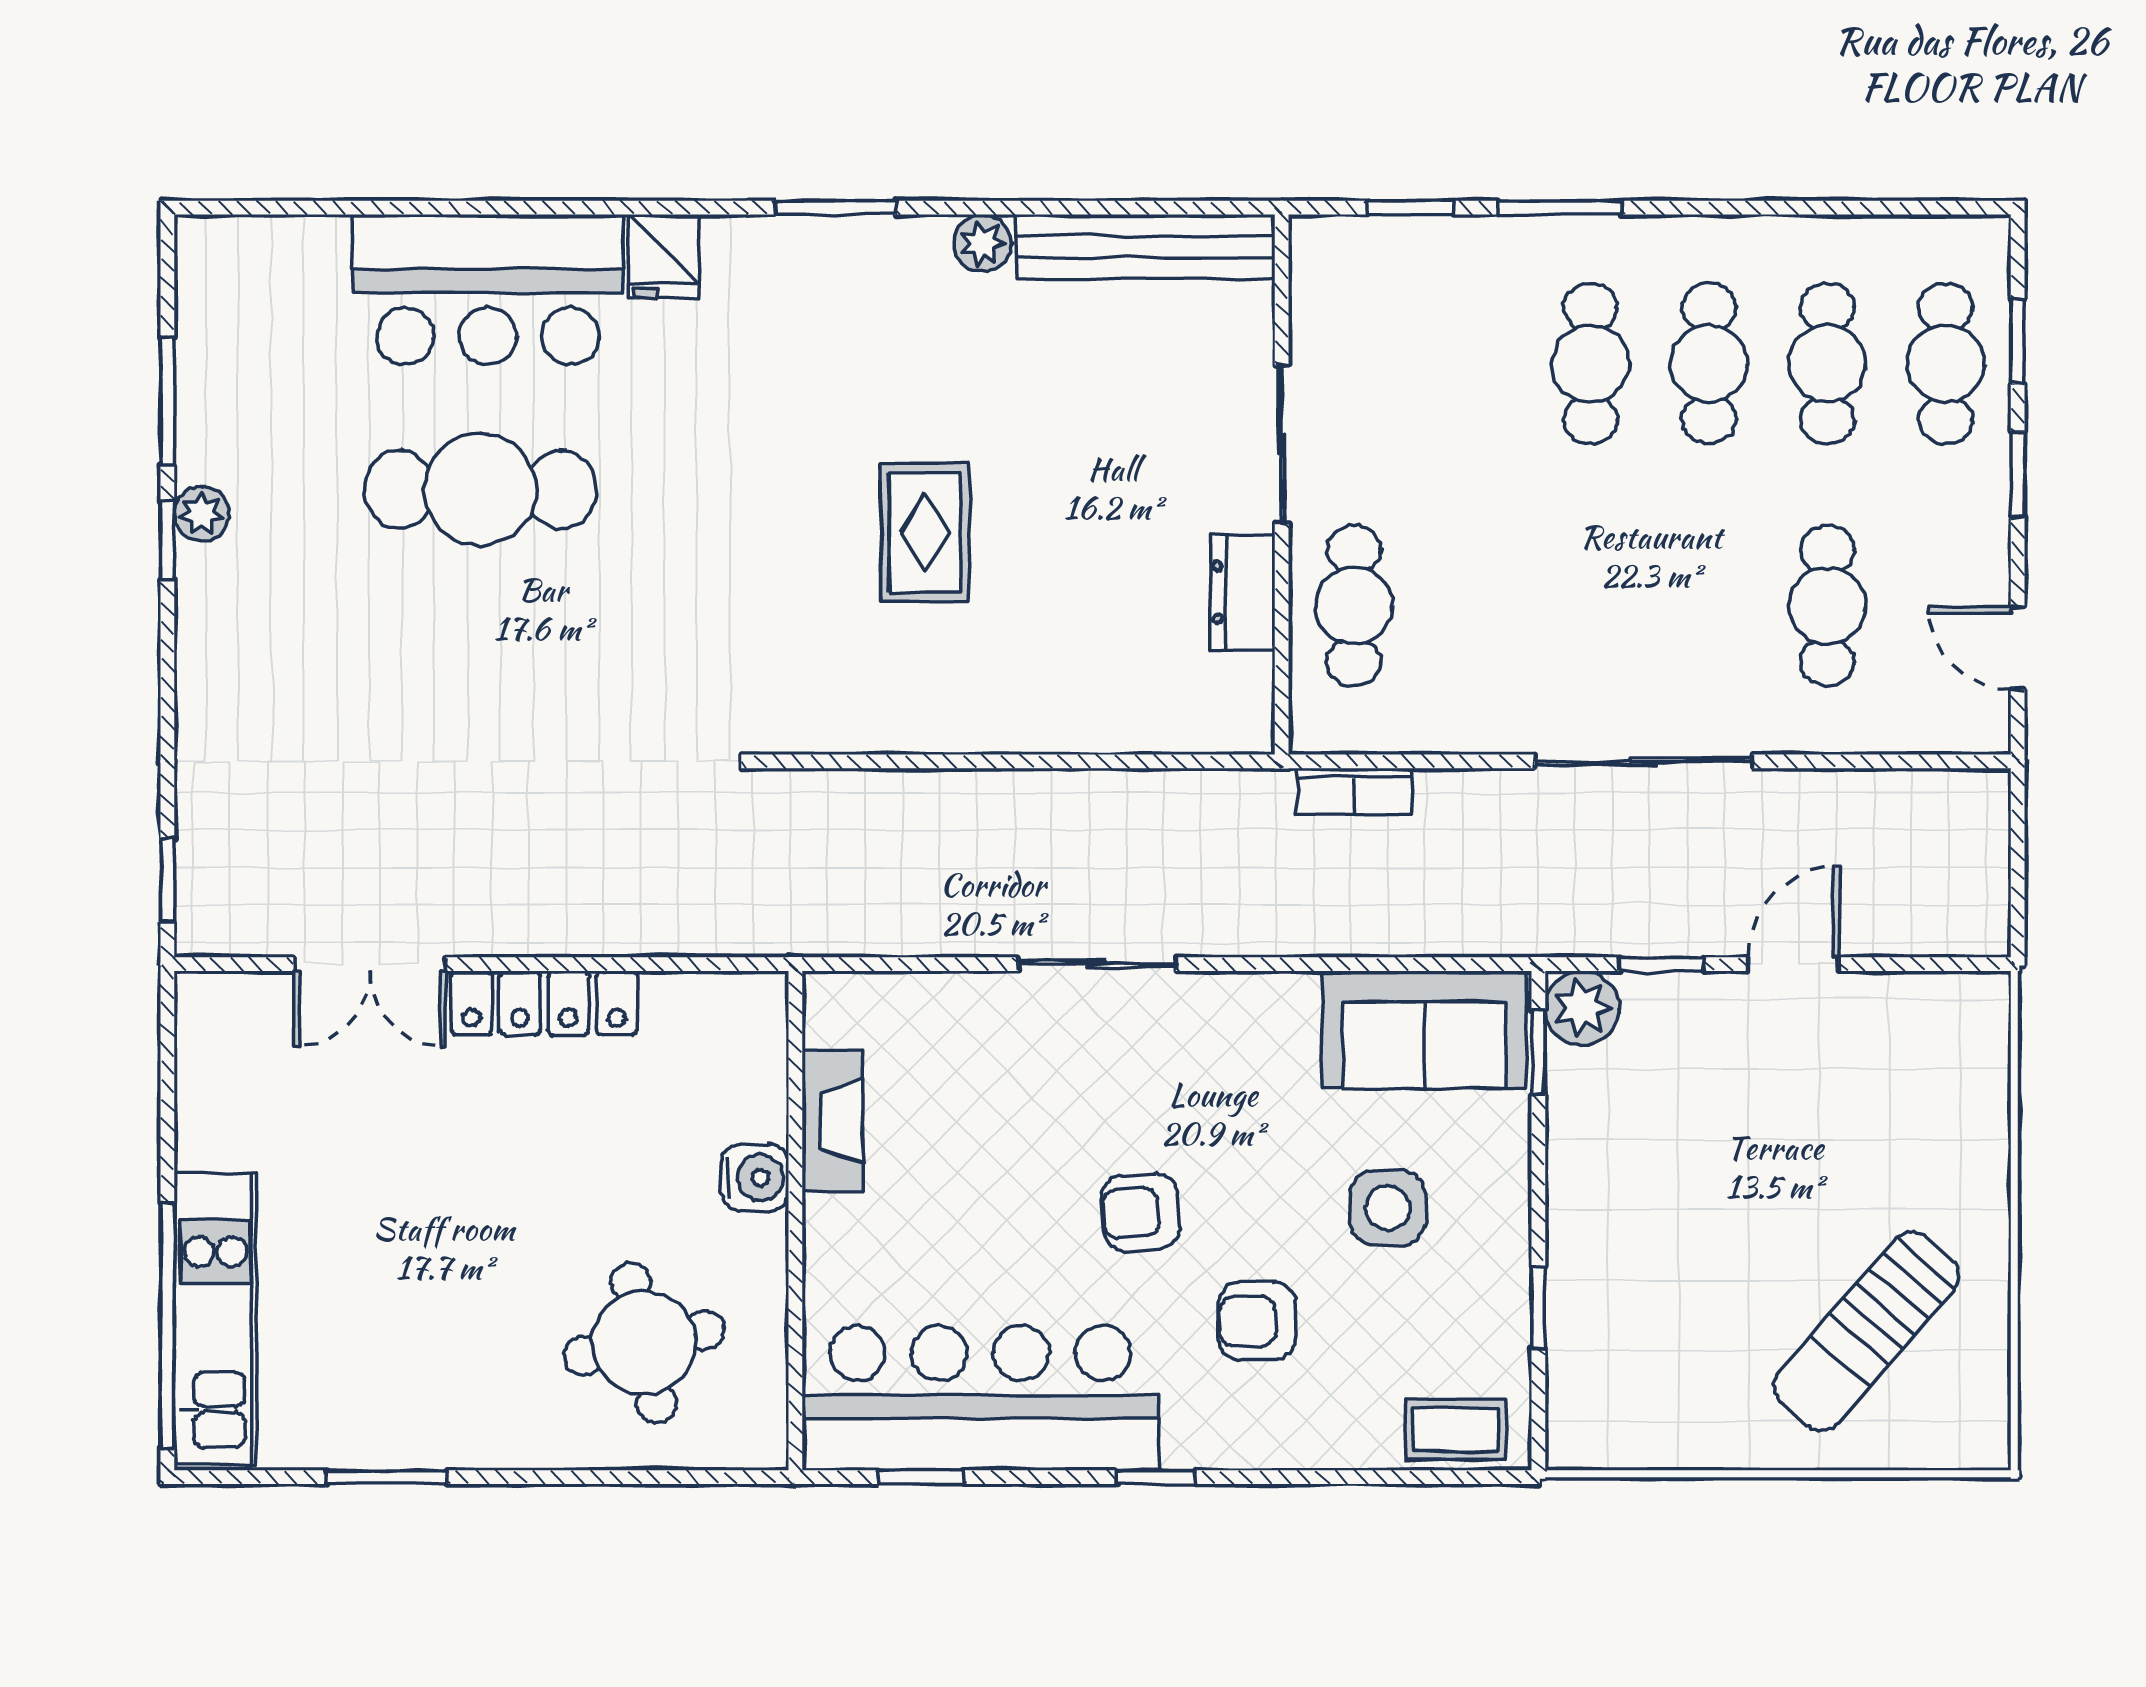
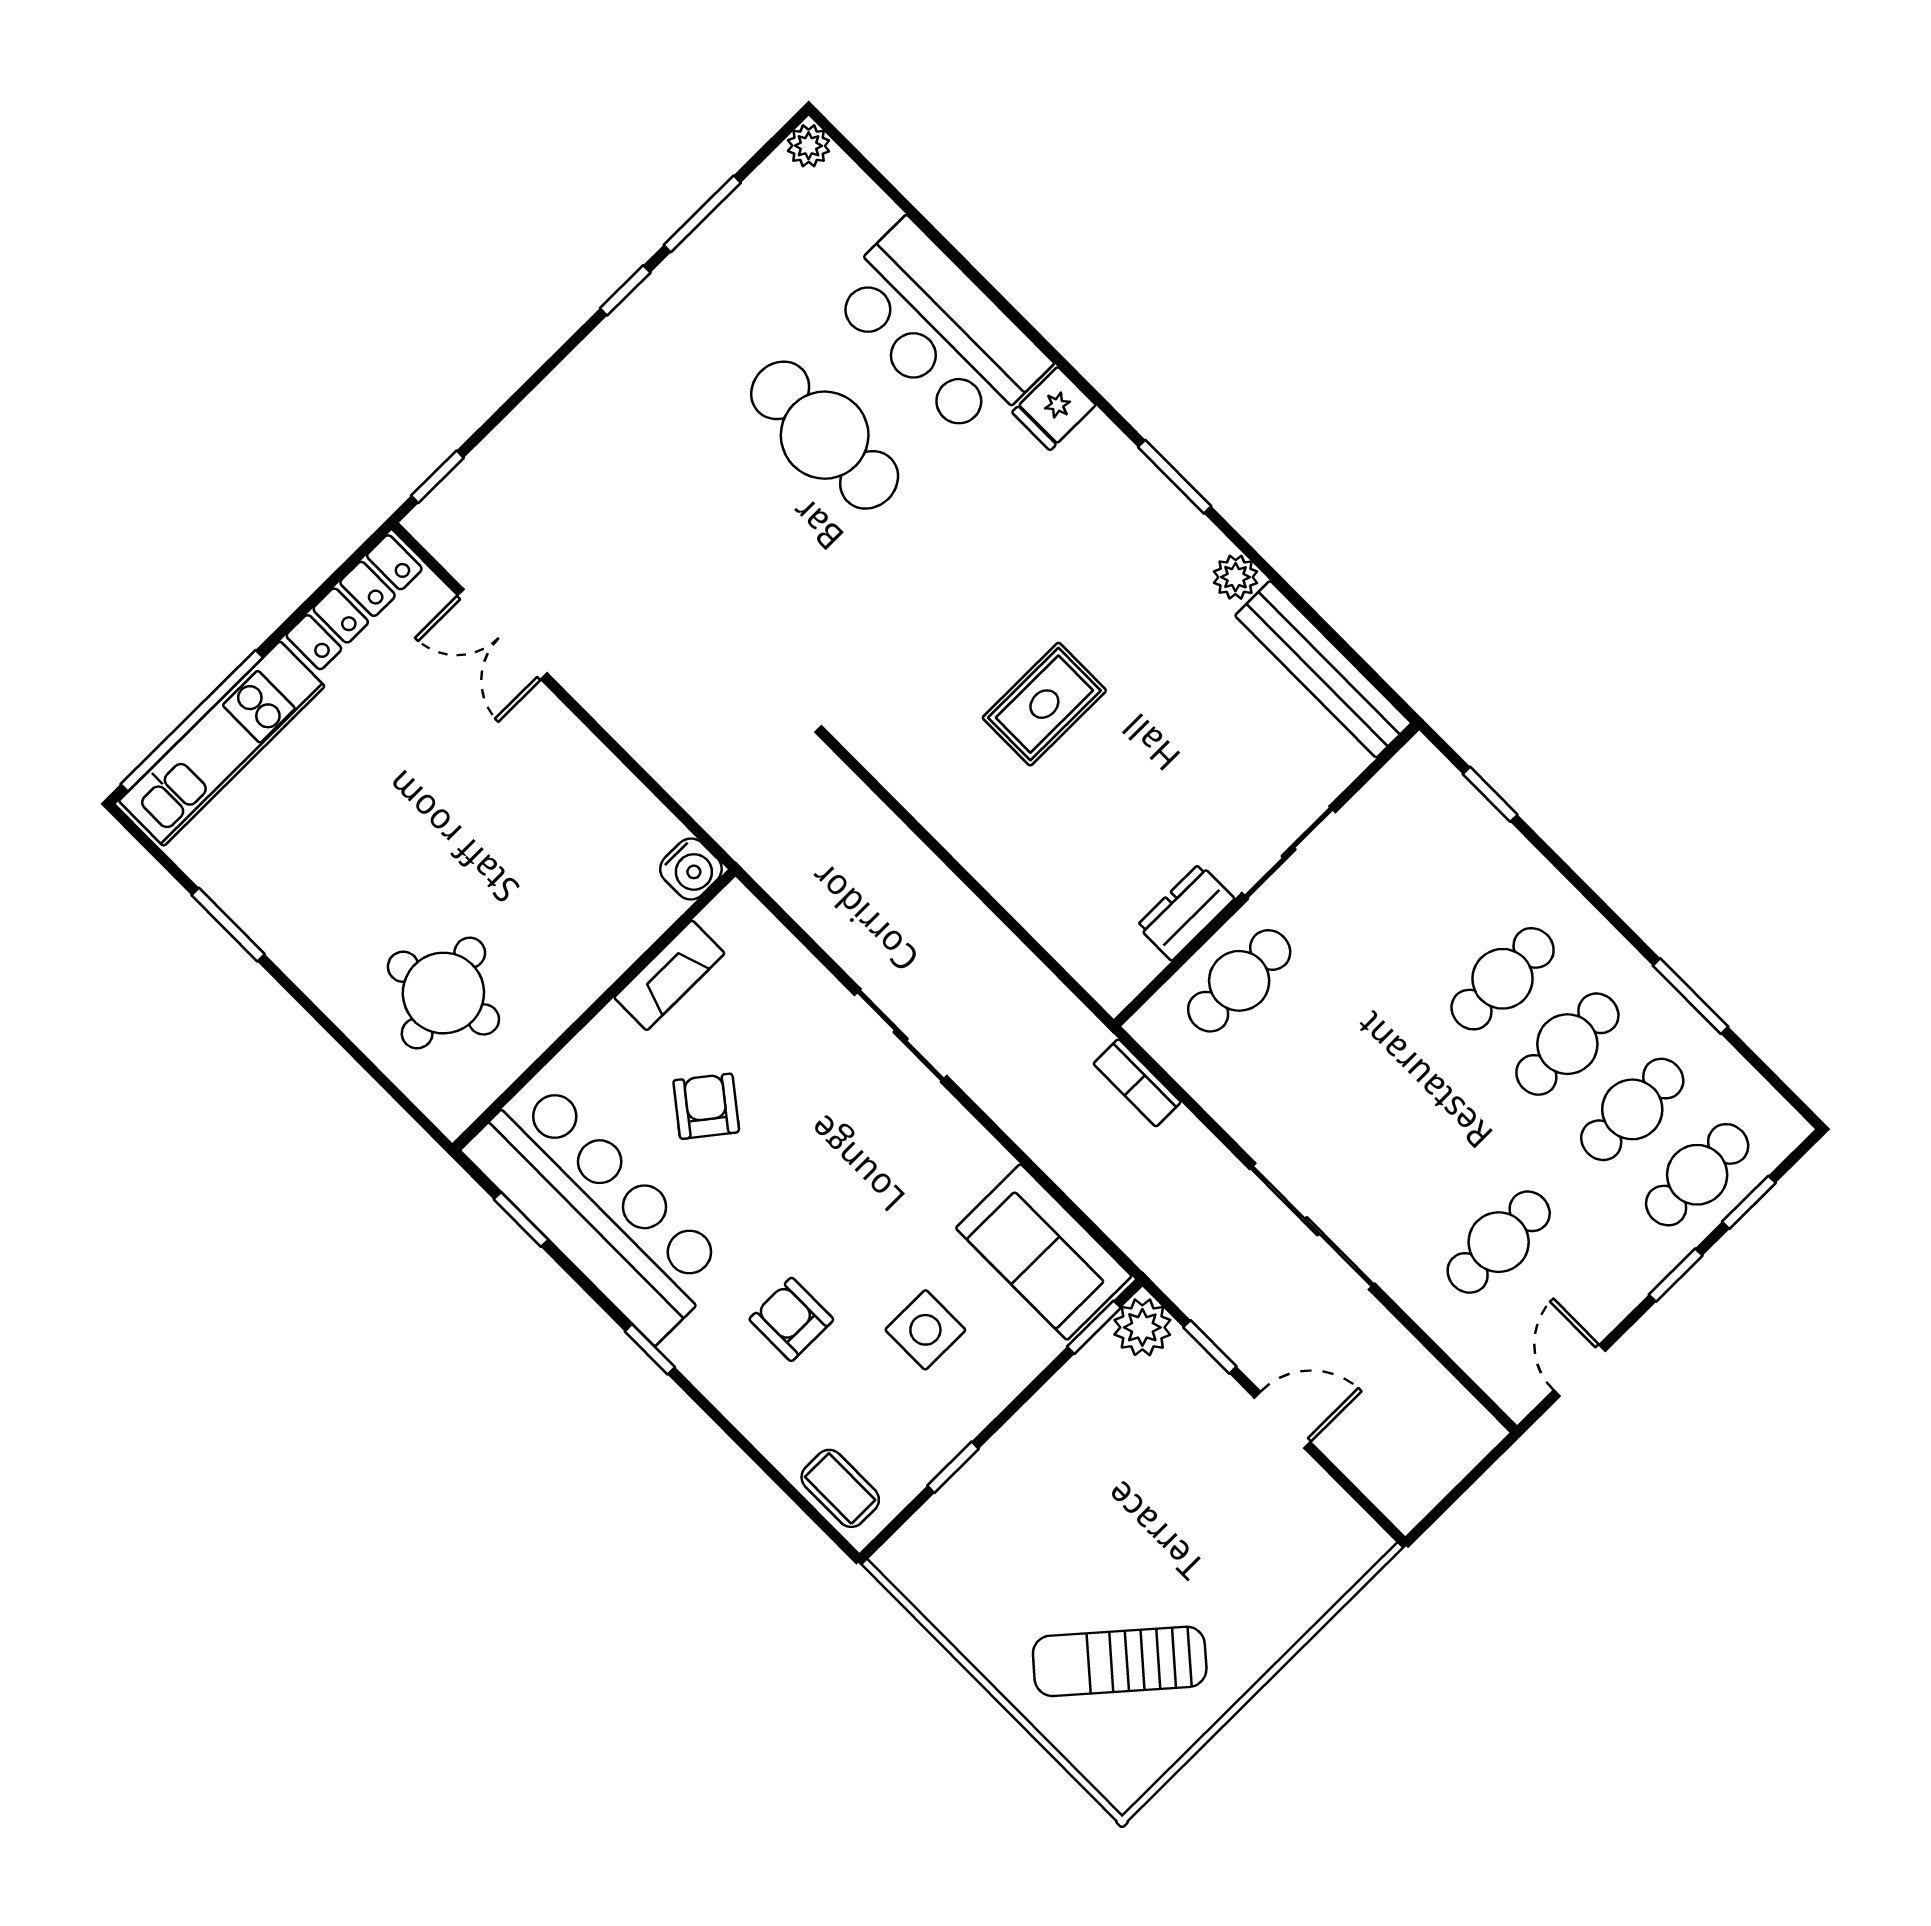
window: (1560, 208) -> (1691, 996), moved
plant: (202, 514) -> (809, 146), moved
locker: (544, 1003) -> (354, 602), moved, turned -90
water cooler: (755, 1178) -> (691, 869), moved
armchair: (1141, 1212) -> (706, 1106), moved, turned 42

